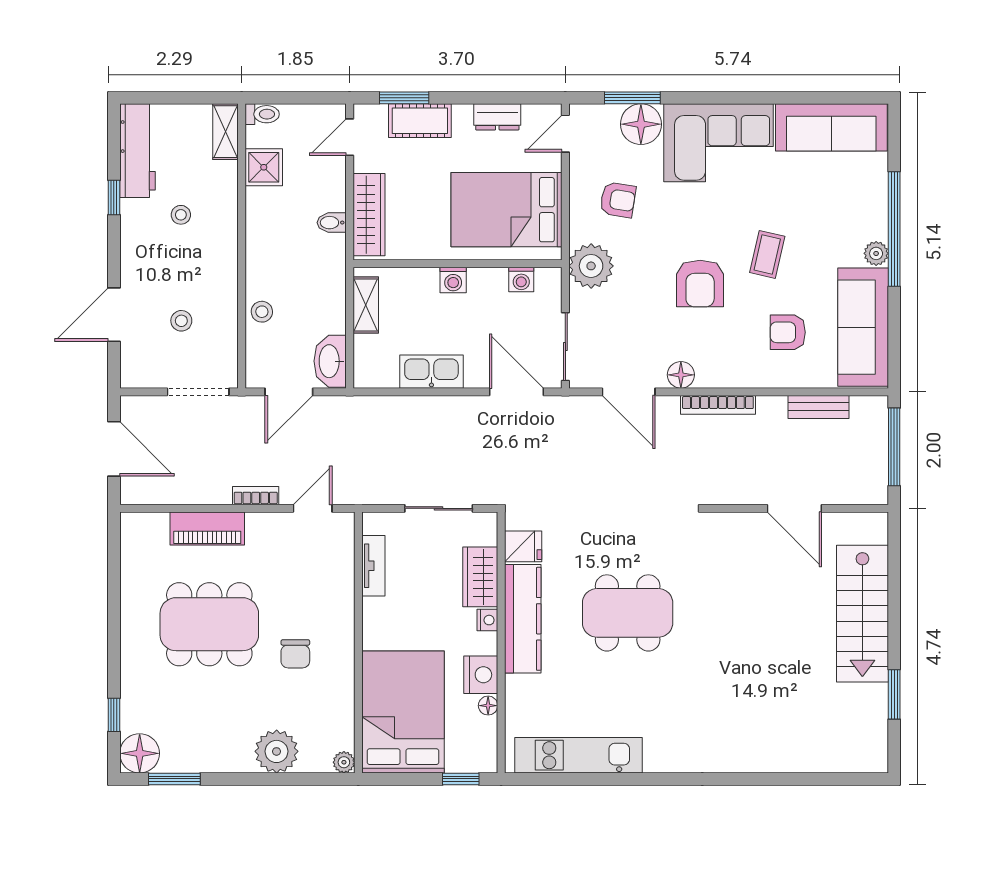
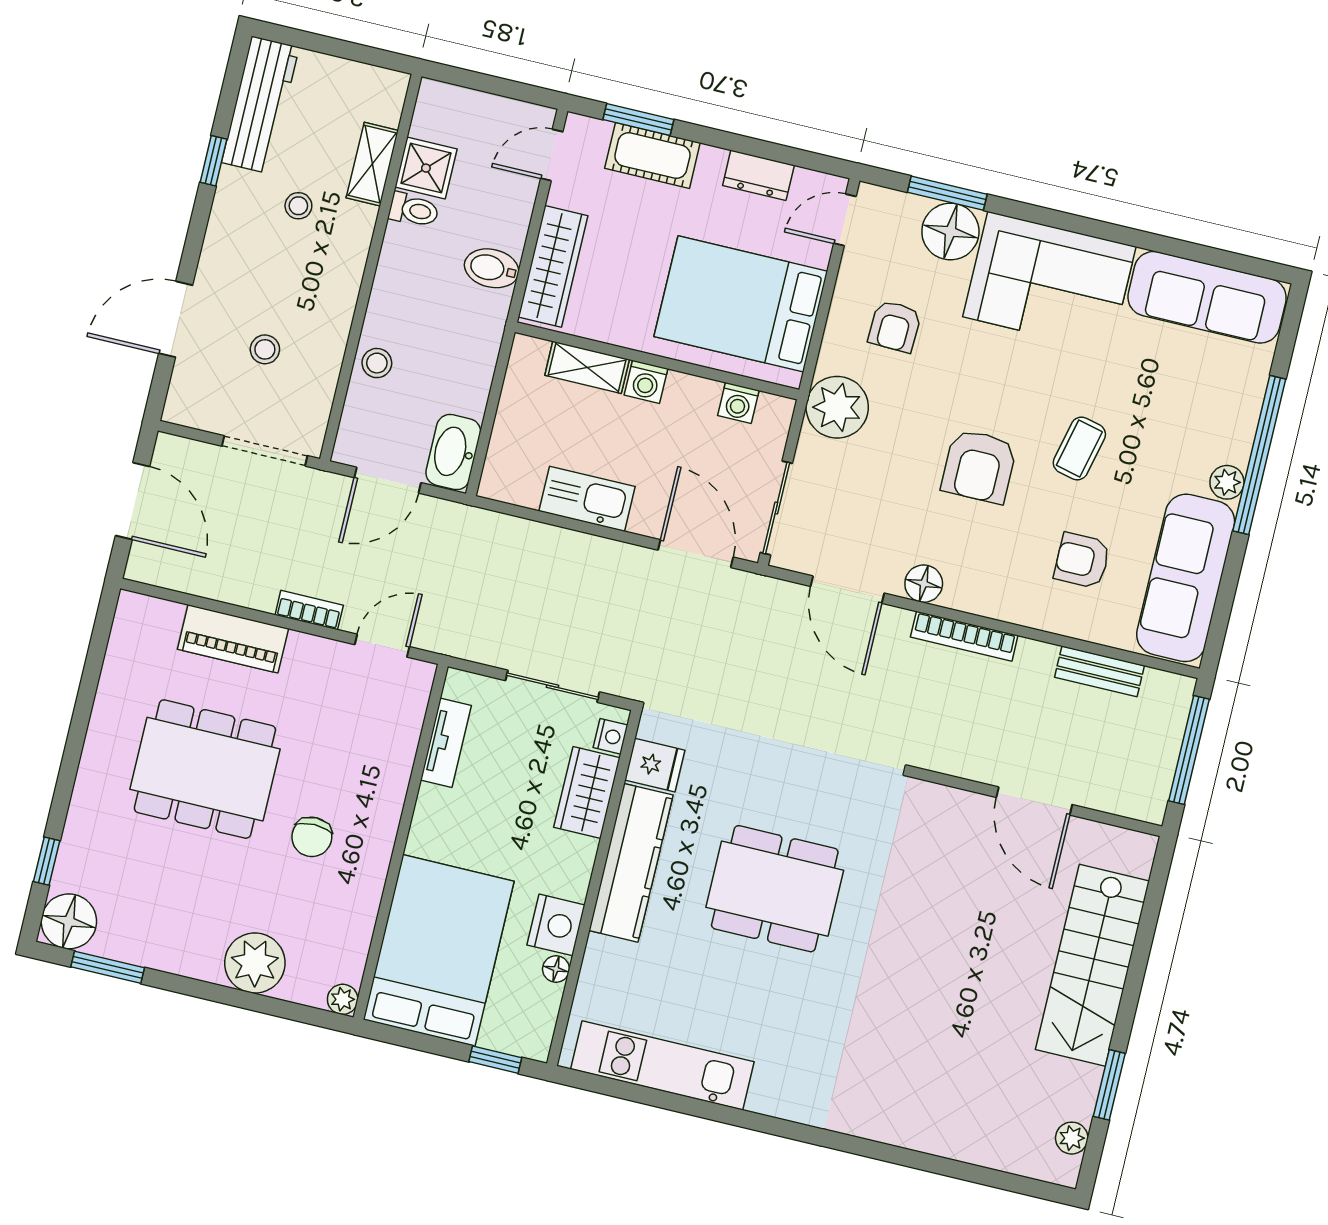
toilet: (262, 114) -> (414, 210), moved
shelving: (226, 132) -> (372, 164), moved
armchair: (618, 200) -> (895, 326), turned 83
bidet: (332, 223) -> (492, 268), width x1.38, depth x1.36
shelving: (366, 305) -> (587, 367), moved, turned 90
nightstand: (487, 620) -> (610, 736), moved
plant: (877, 738) -> (1072, 1138), added

